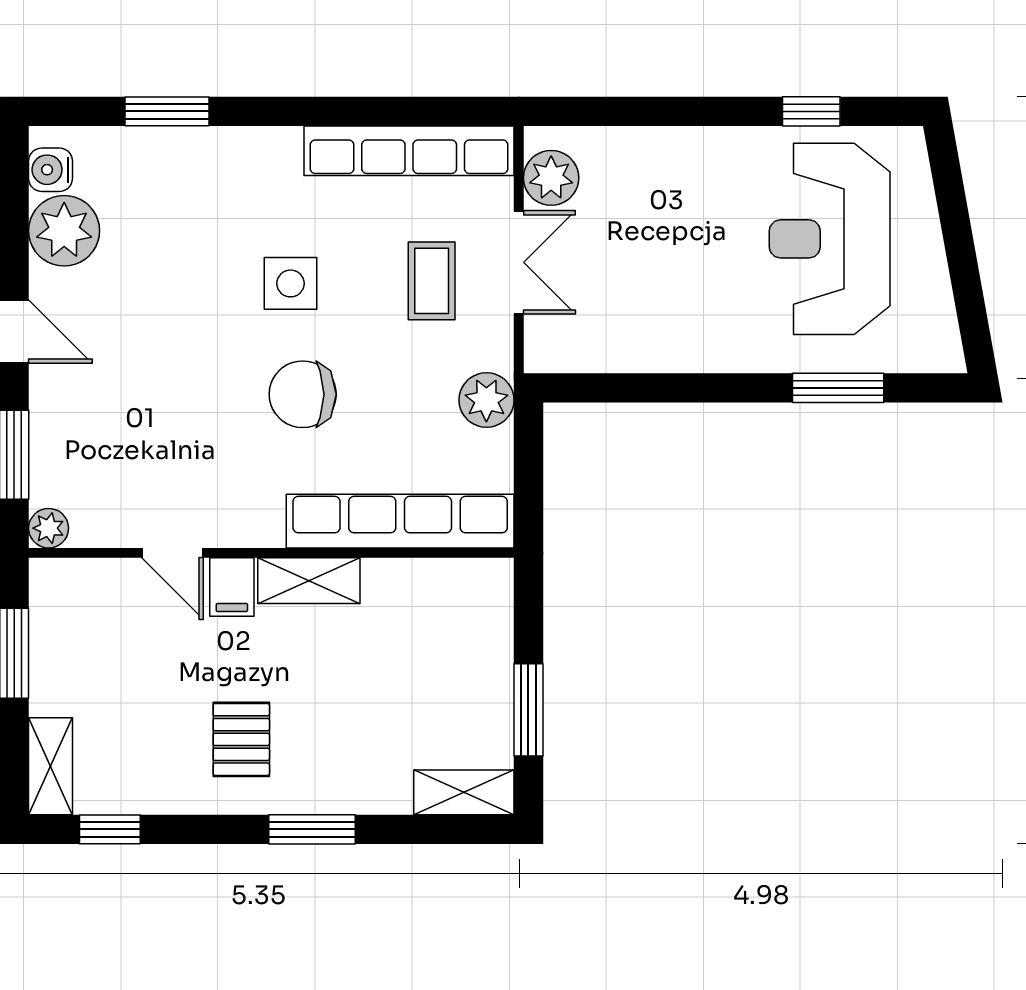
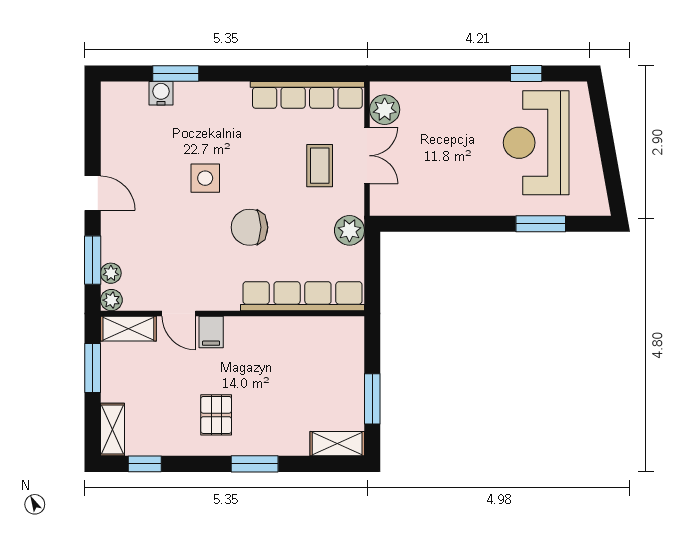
water cooler: (51, 170) -> (161, 93), moved, turned 90
plant: (64, 231) -> (111, 273), moved, width x0.53, depth x0.53
side table: (291, 283) -> (205, 178), moved
shelving: (309, 581) -> (128, 329), moved

